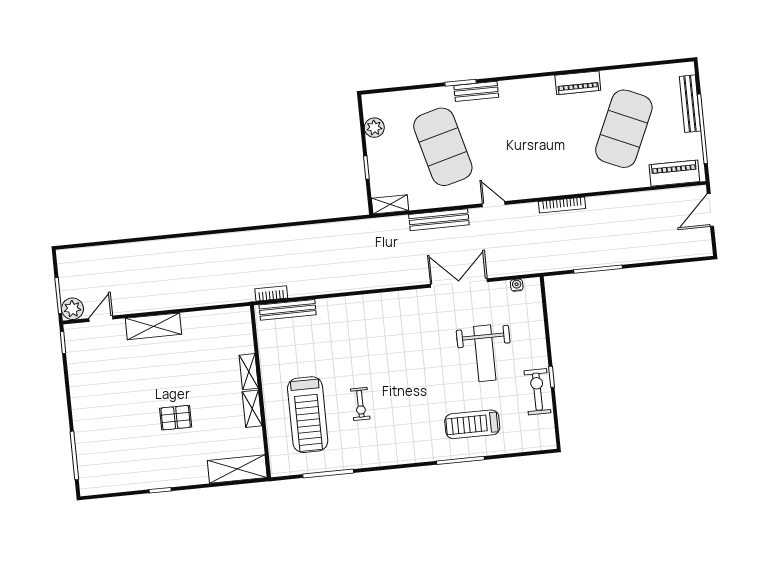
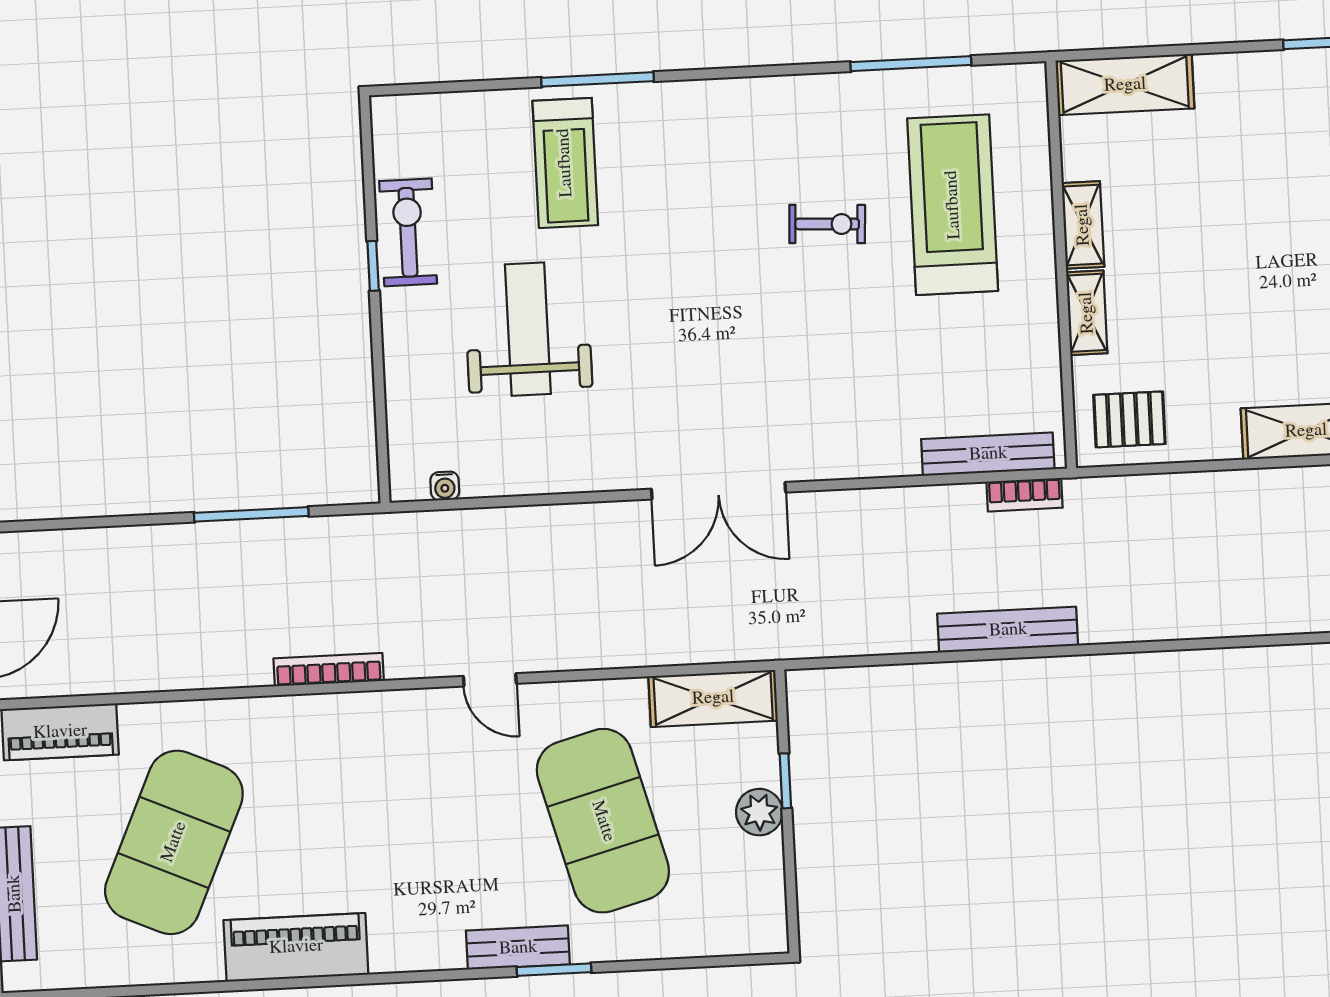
piano: (578, 83) -> (296, 947), width x1.37, depth x1.33
plant: (374, 128) -> (759, 812), moved
shelving: (390, 204) -> (713, 698), width x1.50, depth x1.33
bench: (439, 220) -> (1008, 630), moved
double door: (459, 283) -> (718, 491), moved
exercise bike: (537, 392) -> (408, 232), turned 180
exercise bike: (360, 404) -> (827, 224), turned 93
pallet: (176, 418) -> (1129, 419), moved
treadmill: (472, 424) -> (565, 163), turned 90

